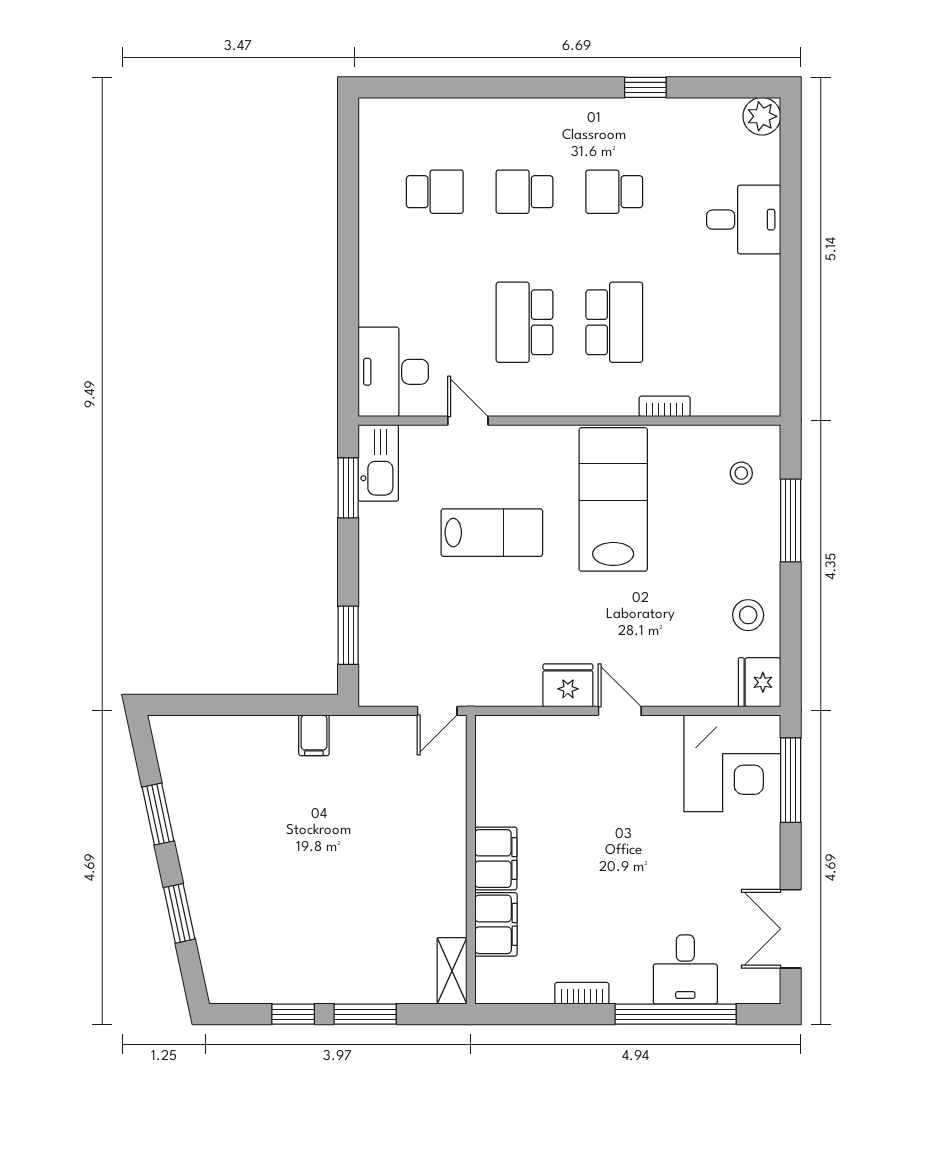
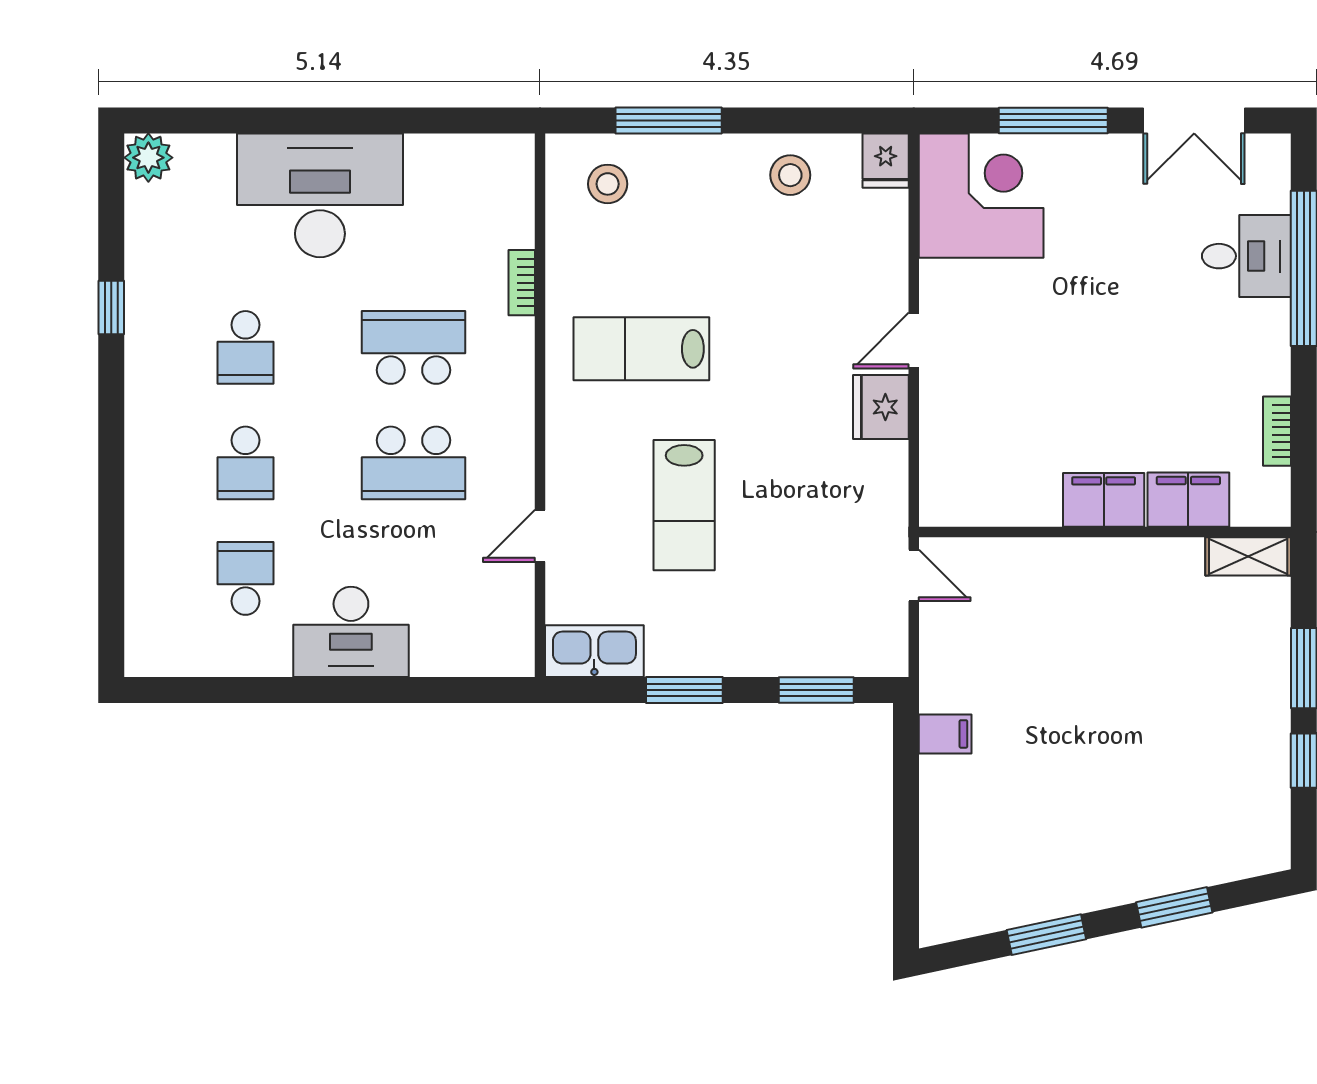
desk: (744, 220) -> (320, 195), width x1.87, depth x1.30
desk: (393, 372) -> (351, 632), moved
stool: (741, 473) -> (608, 184), width x1.37, depth x1.37
window: (348, 488) -> (684, 690), moved
lab bench: (613, 499) -> (641, 349), width x0.73, depth x0.72
lab bench: (492, 533) -> (684, 505), turned 180
fridge: (759, 682) -> (886, 161), width x0.72
window: (791, 780) -> (1053, 120), moved
bookcase: (582, 993) -> (1277, 431), moved

